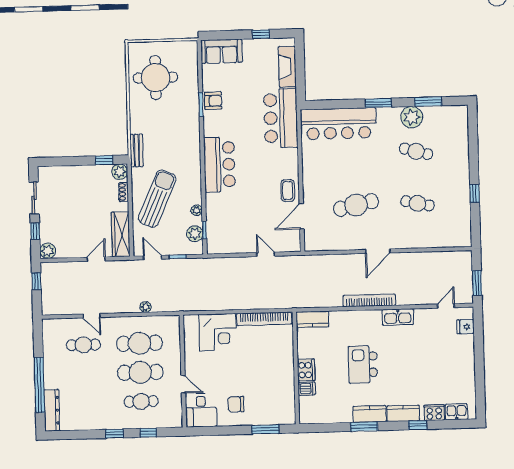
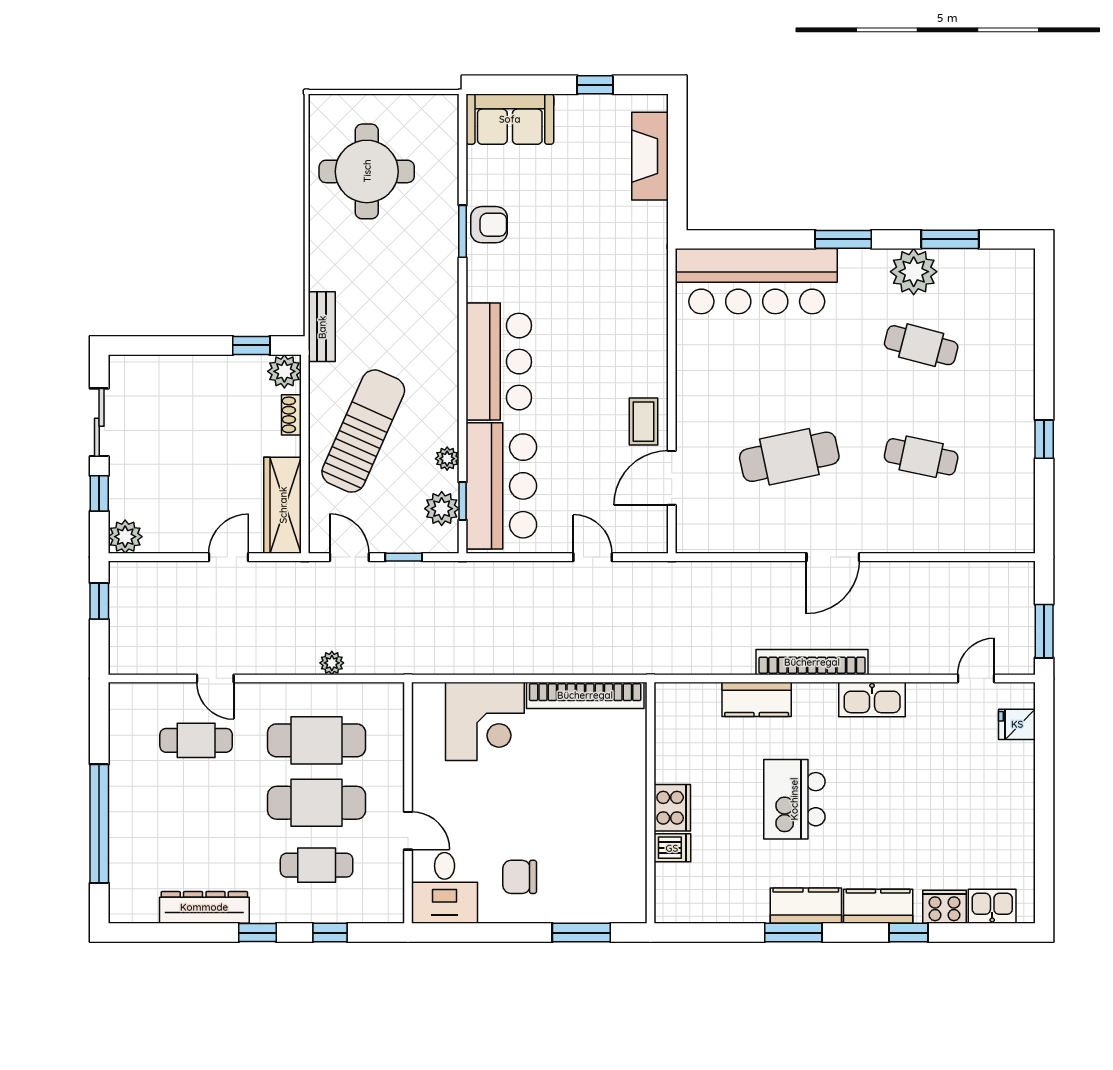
bar counter: (281, 118) -> (501, 486), moved, turned 180
kitchen counter: (312, 319) -> (757, 699), moved
dresser: (52, 410) -> (204, 907), moved, turned -90

